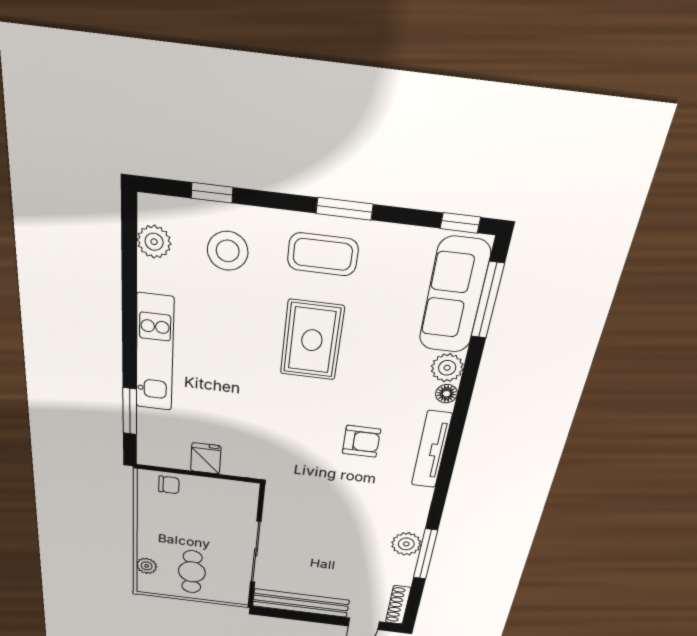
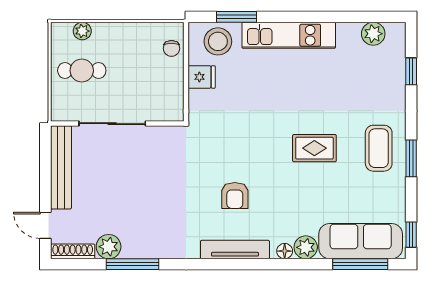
stool: (228, 251) -> (218, 41), moved
rug: (312, 340) -> (314, 148), width x0.73, depth x0.70
plant: (406, 544) -> (109, 247), moved

